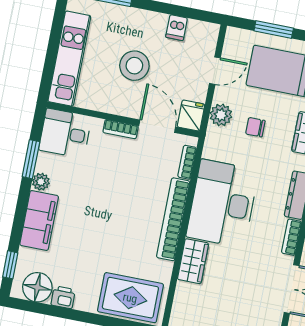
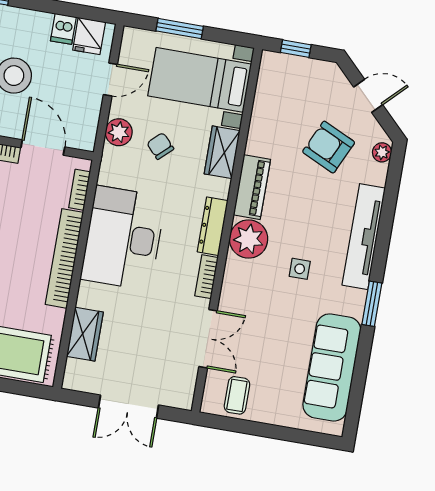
fridge: (191, 116) -> (89, 36), moved, turned 180
chair: (255, 127) -> (160, 146), turned 47
wardrobe: (193, 261) -> (85, 334), moved

